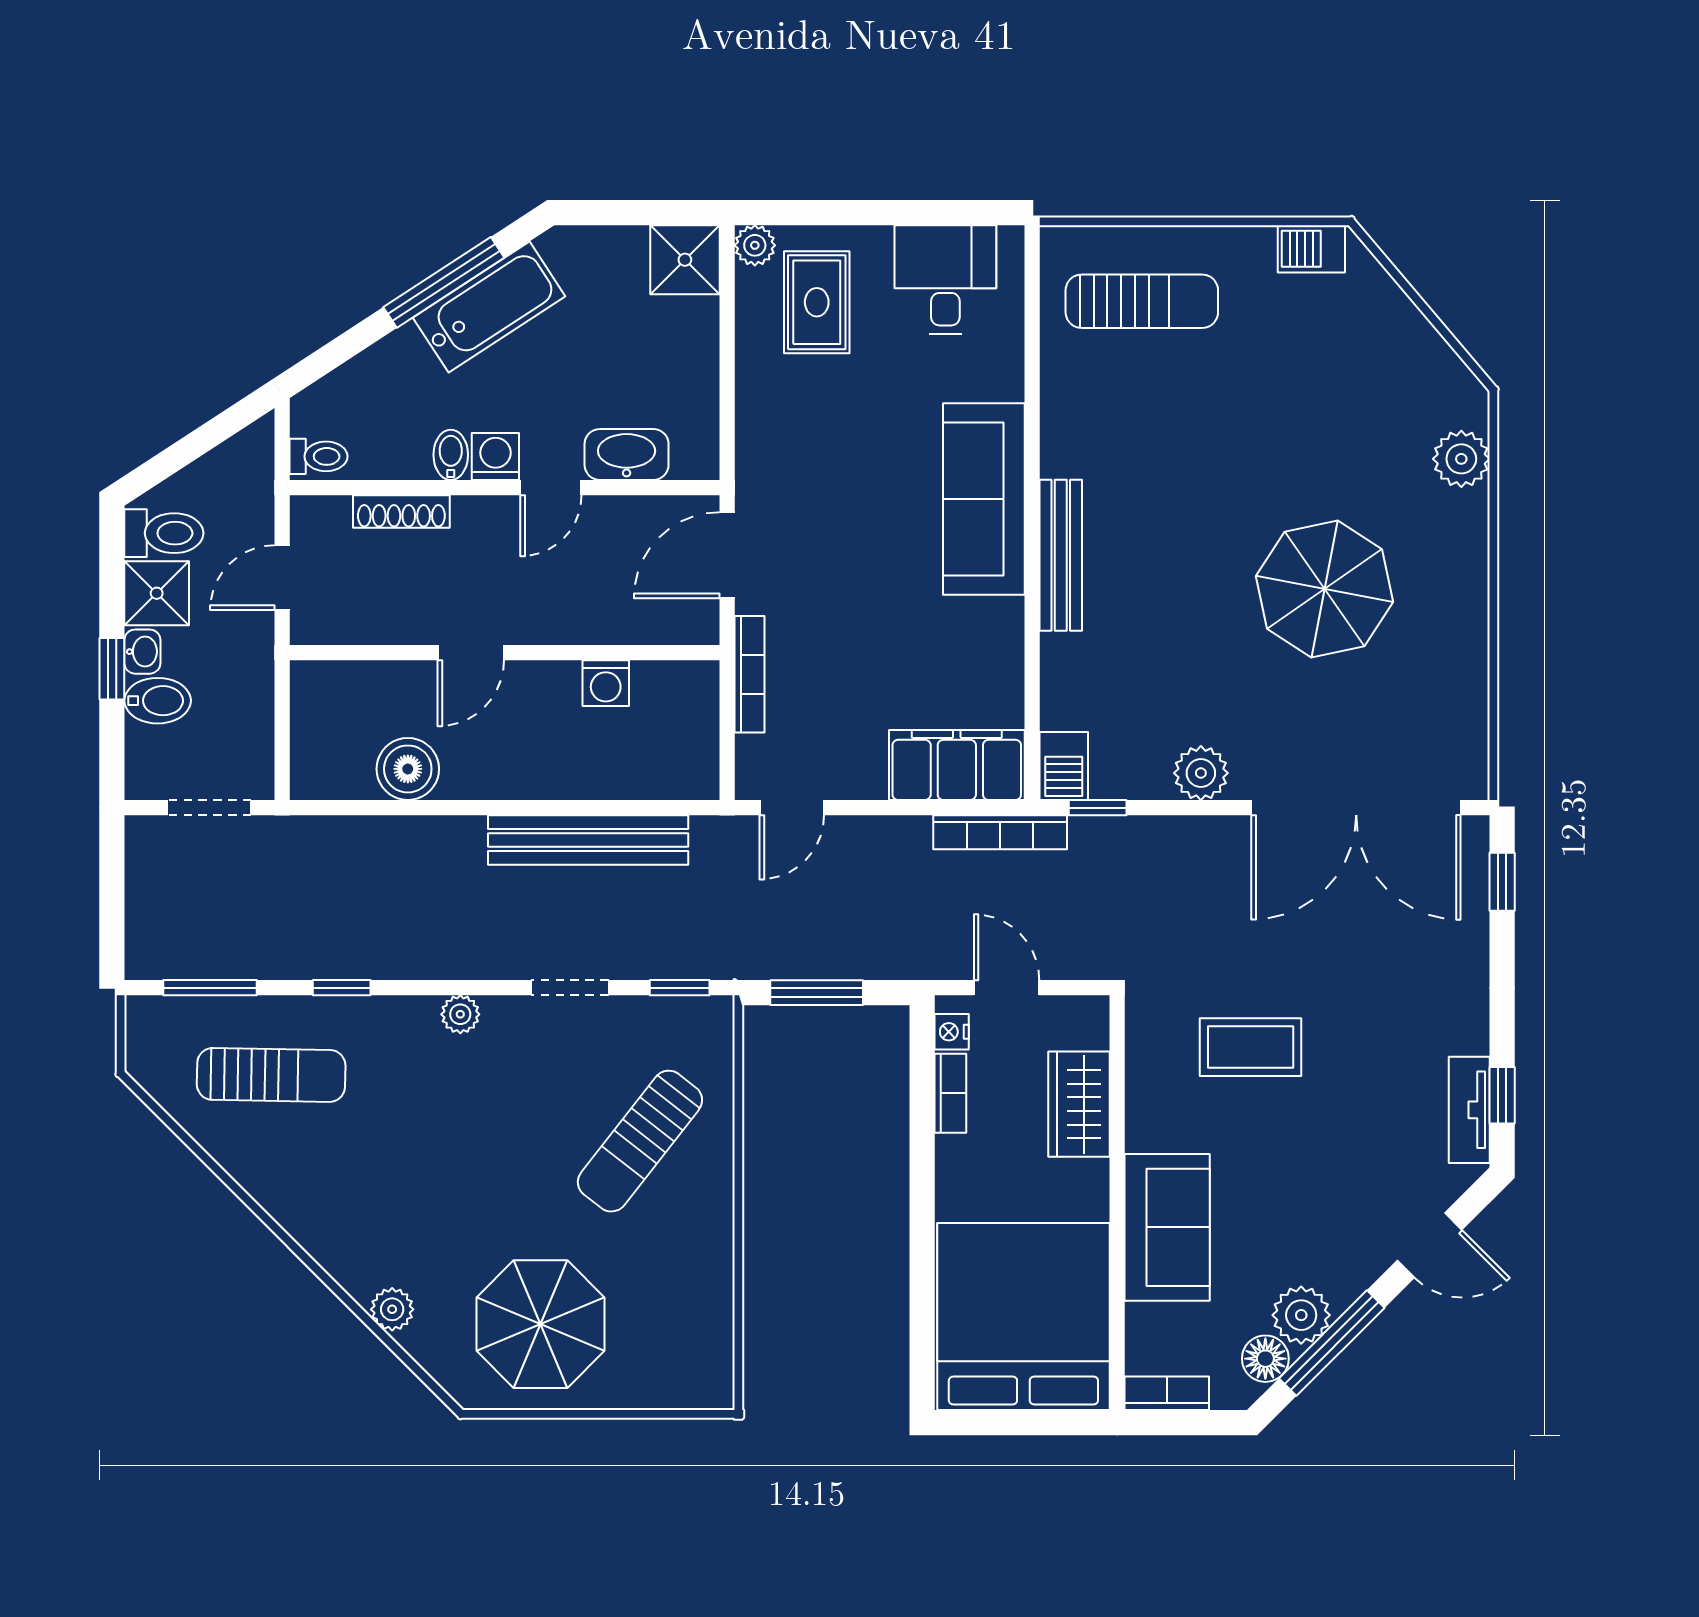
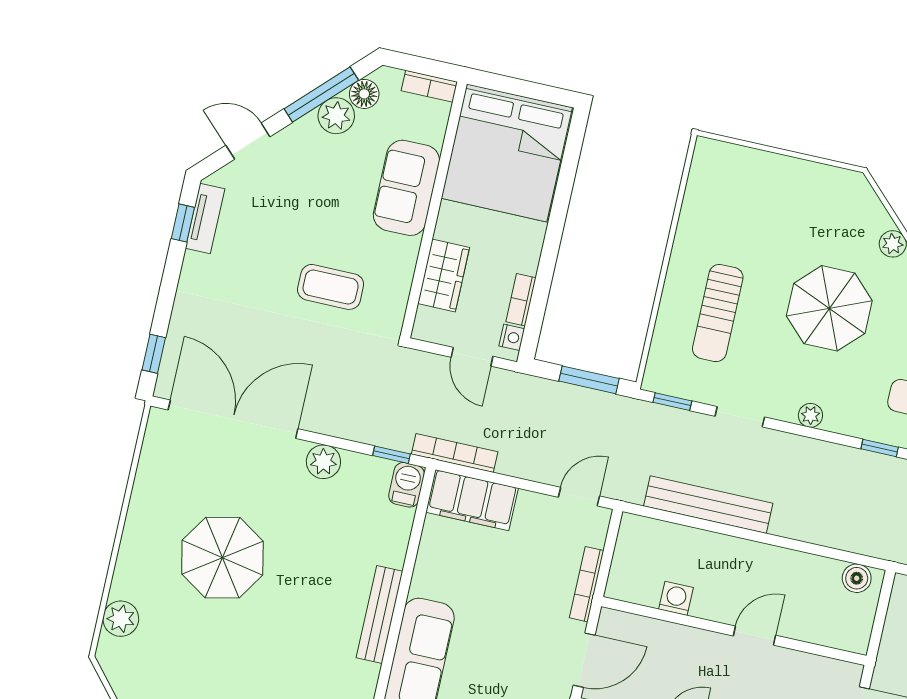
boiler: (408, 769) -> (857, 578), moved, width x0.73, depth x0.73
sun lounger: (640, 1141) -> (718, 313), turned 142
parasol: (541, 1324) -> (829, 308), moved

